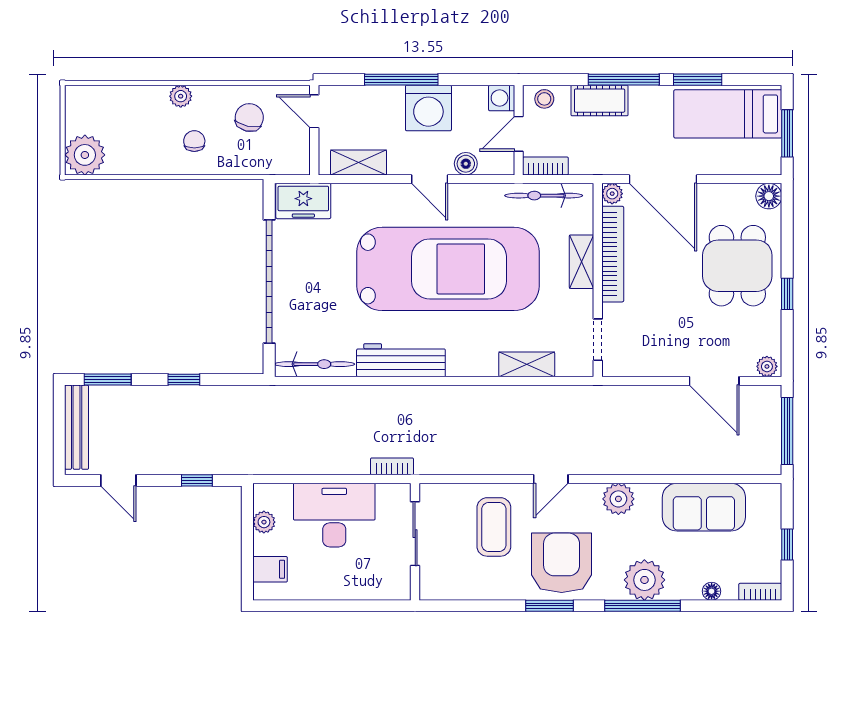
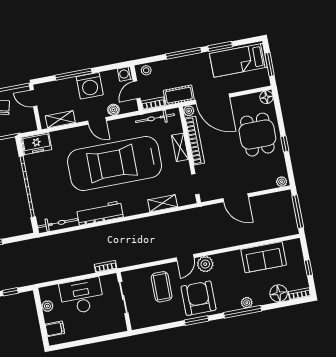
cot: (600, 101) -> (179, 95), moved
car: (448, 269) -> (115, 163), turned 180
door: (714, 381) -> (236, 198), moved
plant: (618, 499) -> (205, 264), moved
plant: (644, 580) -> (247, 303), width x0.53, depth x0.53
floor lamp: (712, 591) -> (279, 293), width x1.89, depth x1.89

